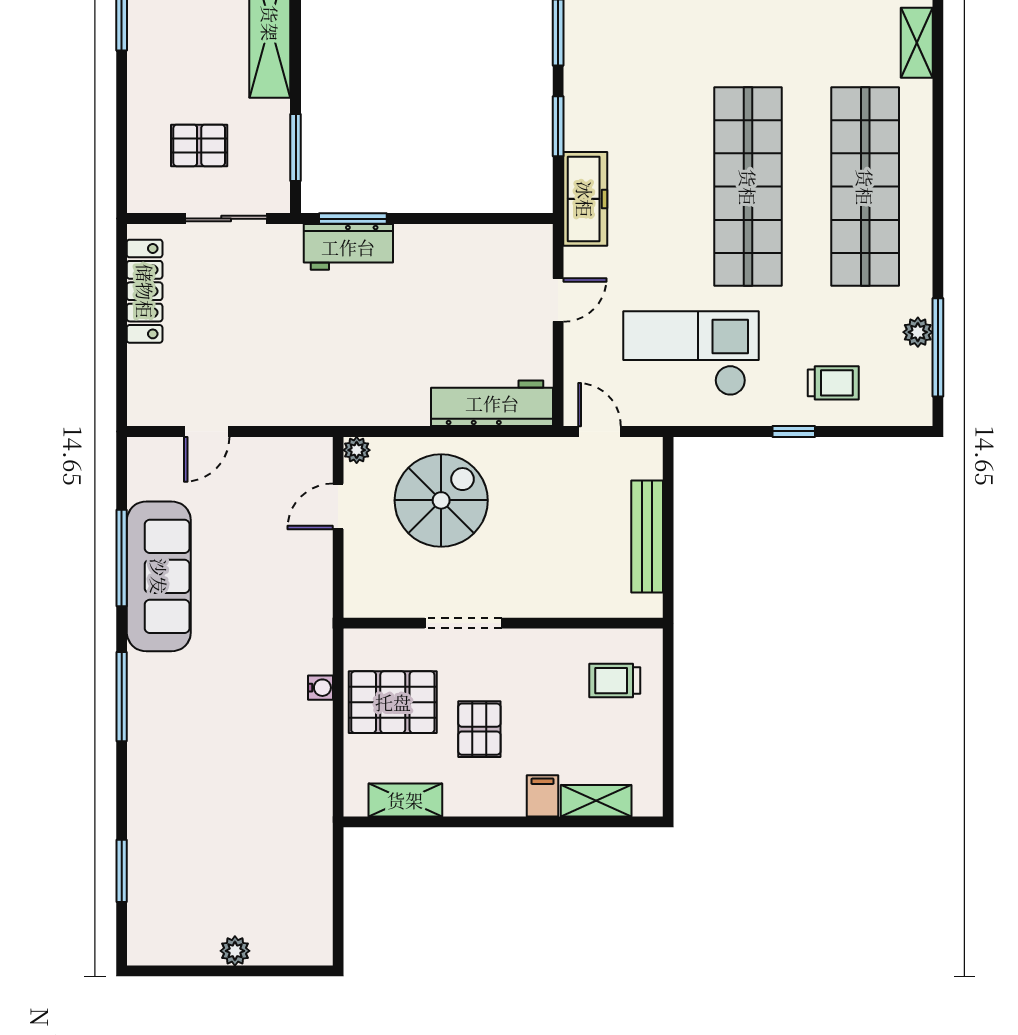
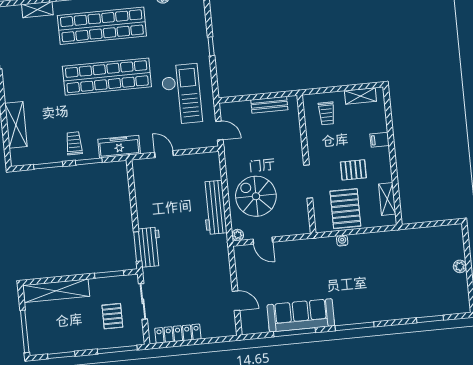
window: (122, 149) -> (117, 350), added
checkout: (691, 353) -> (182, 94), turned 180
trolley: (833, 383) -> (74, 143), moved
workbench: (492, 403) -> (215, 207), moved
door: (600, 431) -> (219, 131), swing flipped
bench: (647, 537) -> (269, 105), width x0.73
shelving: (596, 801) -> (360, 96), moved, turned 90

